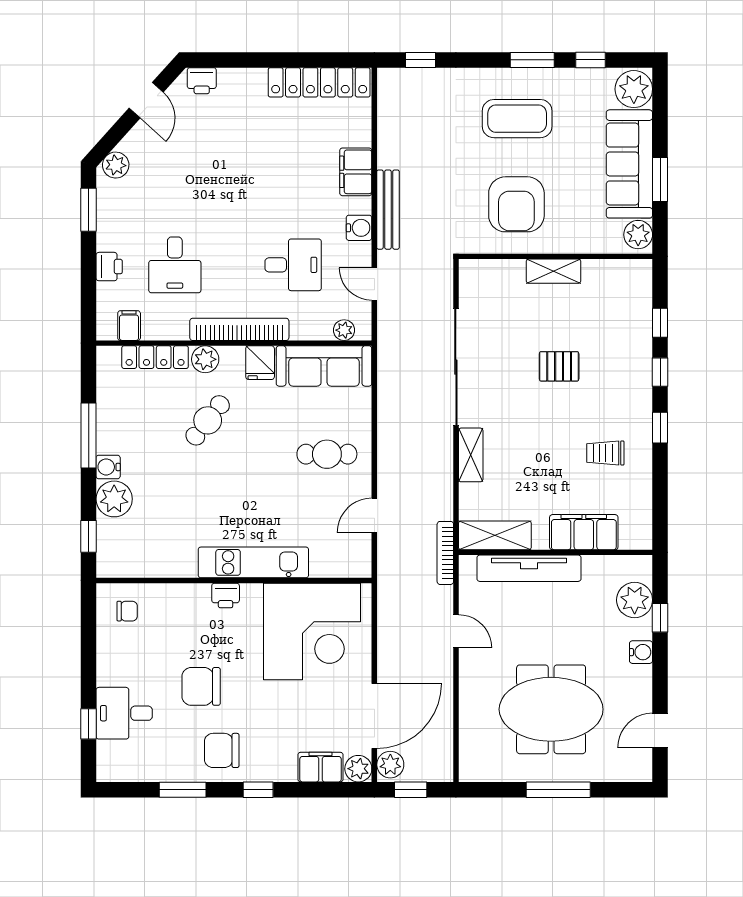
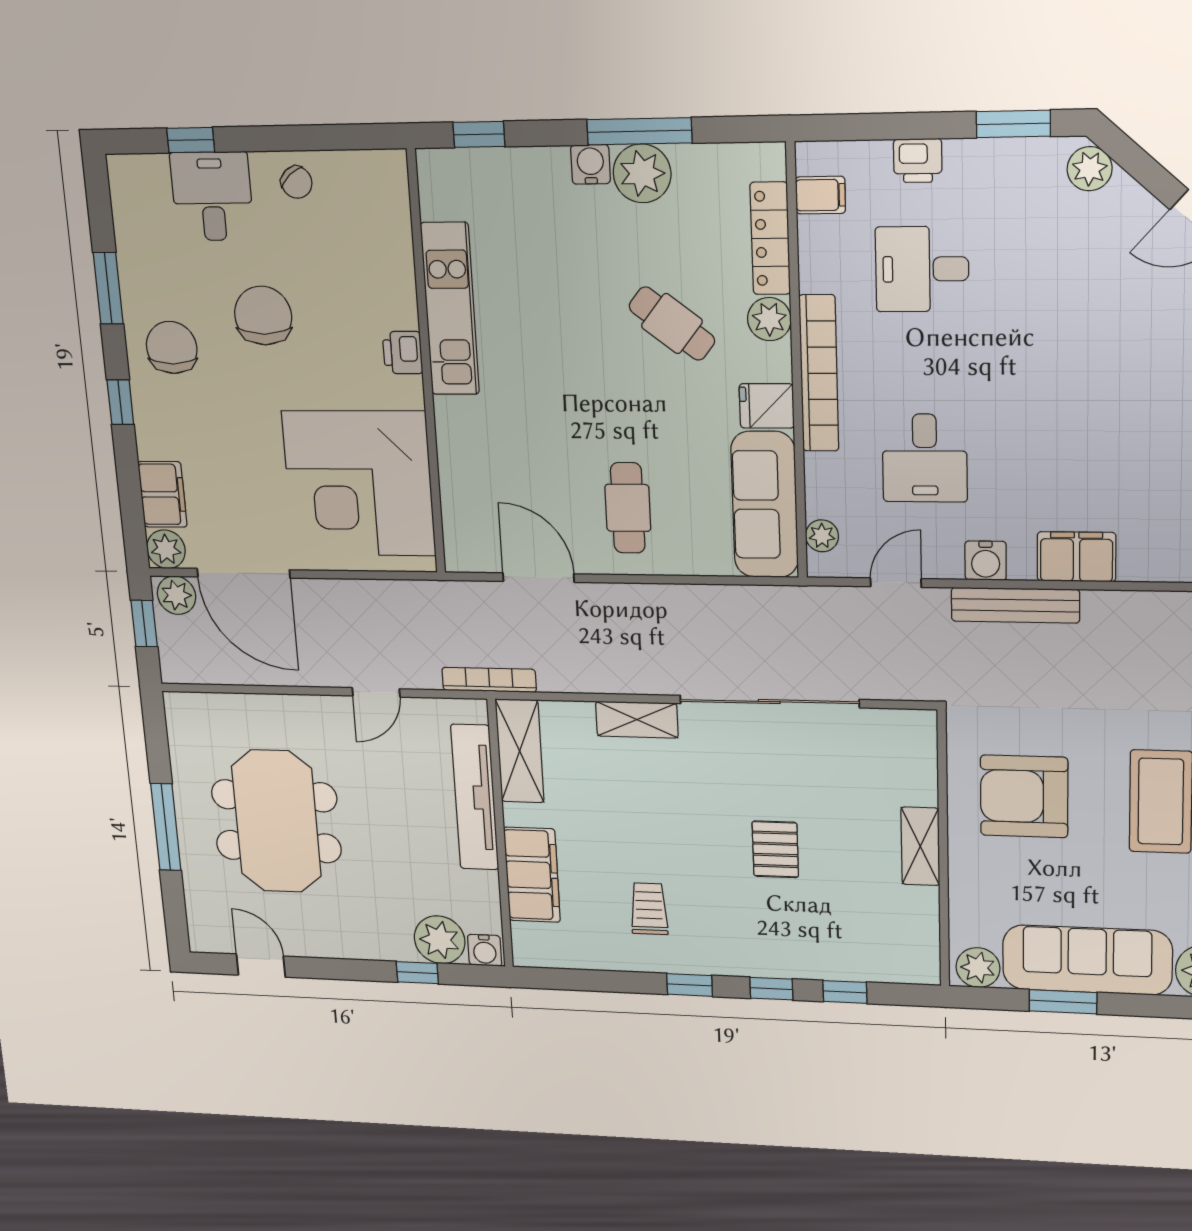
plant: (114, 499) -> (642, 173), moved
door: (374, 515) -> (538, 578), width x1.38
kitchen unit: (253, 562) -> (450, 309), moved
chair: (127, 611) -> (297, 182), moved, turned -41
water cooler: (641, 652) -> (485, 950), moved

